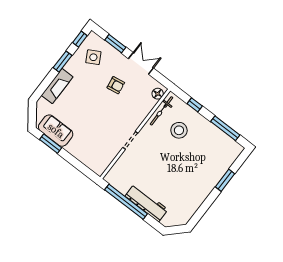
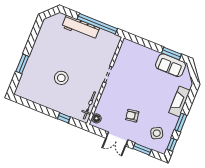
window: (225, 128) -> (34, 106), removed
stool: (179, 130) -> (61, 78), moved

